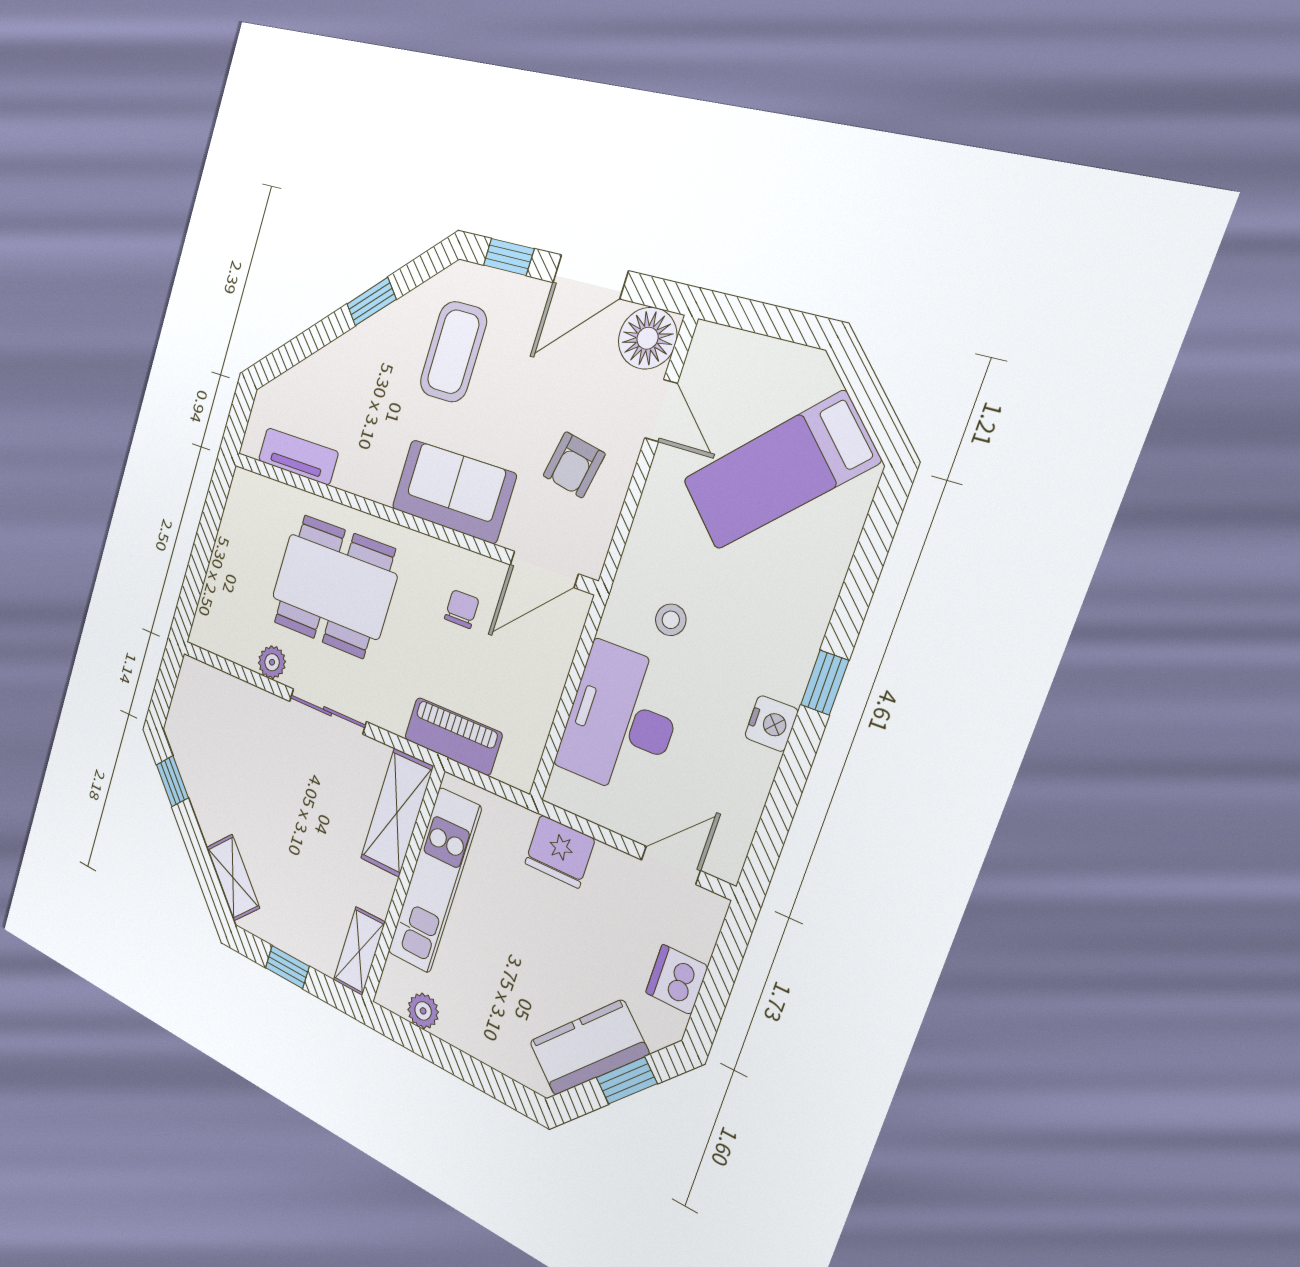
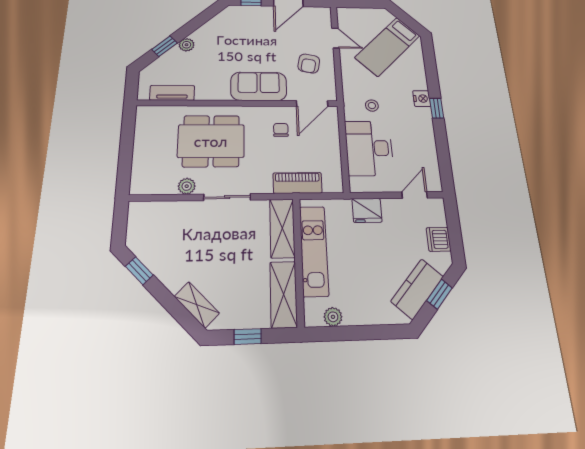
window: (371, 302) -> (165, 46), moved
floor lamp: (648, 338) -> (320, 17), removed
plant: (351, 347) -> (187, 45), added
coffee table: (453, 352) -> (239, 37), removed
nightstand: (771, 723) -> (422, 99), moved
shelving: (359, 951) -> (284, 294), width x1.50, depth x1.33

